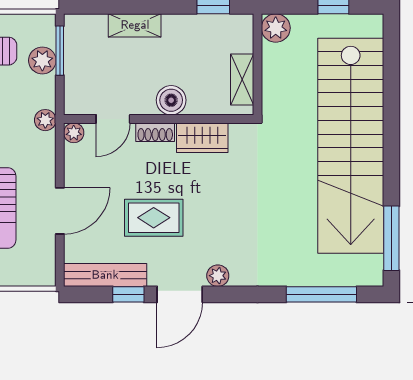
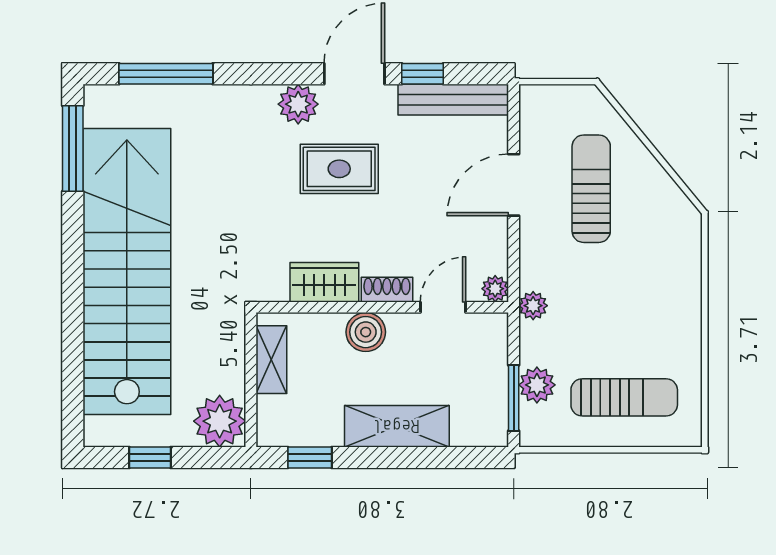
shelving: (135, 25) -> (397, 426), width x1.50, depth x1.33
plant: (276, 28) -> (220, 421), width x1.36, depth x1.36
rug: (154, 218) -> (339, 169), moved
plant: (218, 276) -> (298, 104), width x1.38, depth x1.38

